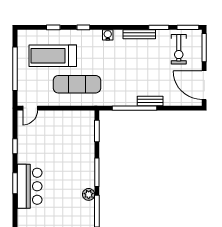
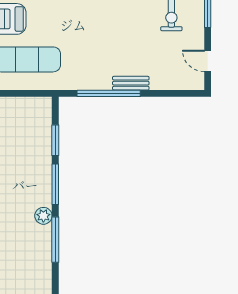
door: (204, 85) -> (208, 61), width x0.53
window: (97, 131) -> (55, 140), moved

